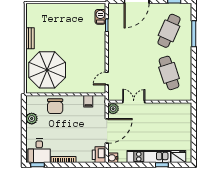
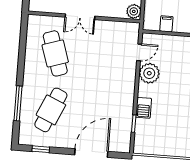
barbecue: (100, 17) -> (144, 108), moved
plant: (98, 64) -> (149, 73), added
double door: (134, 102) -> (80, 17), moved

